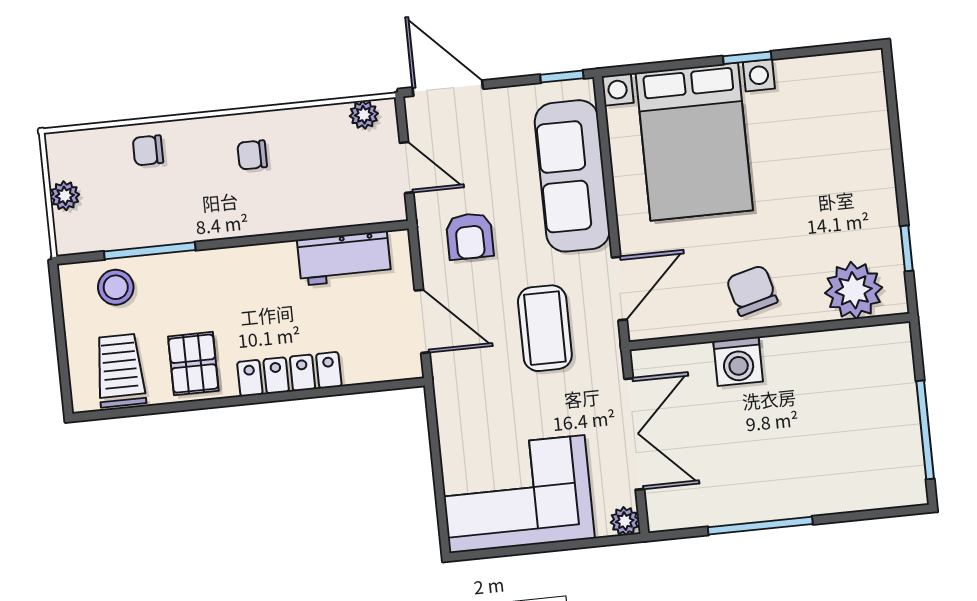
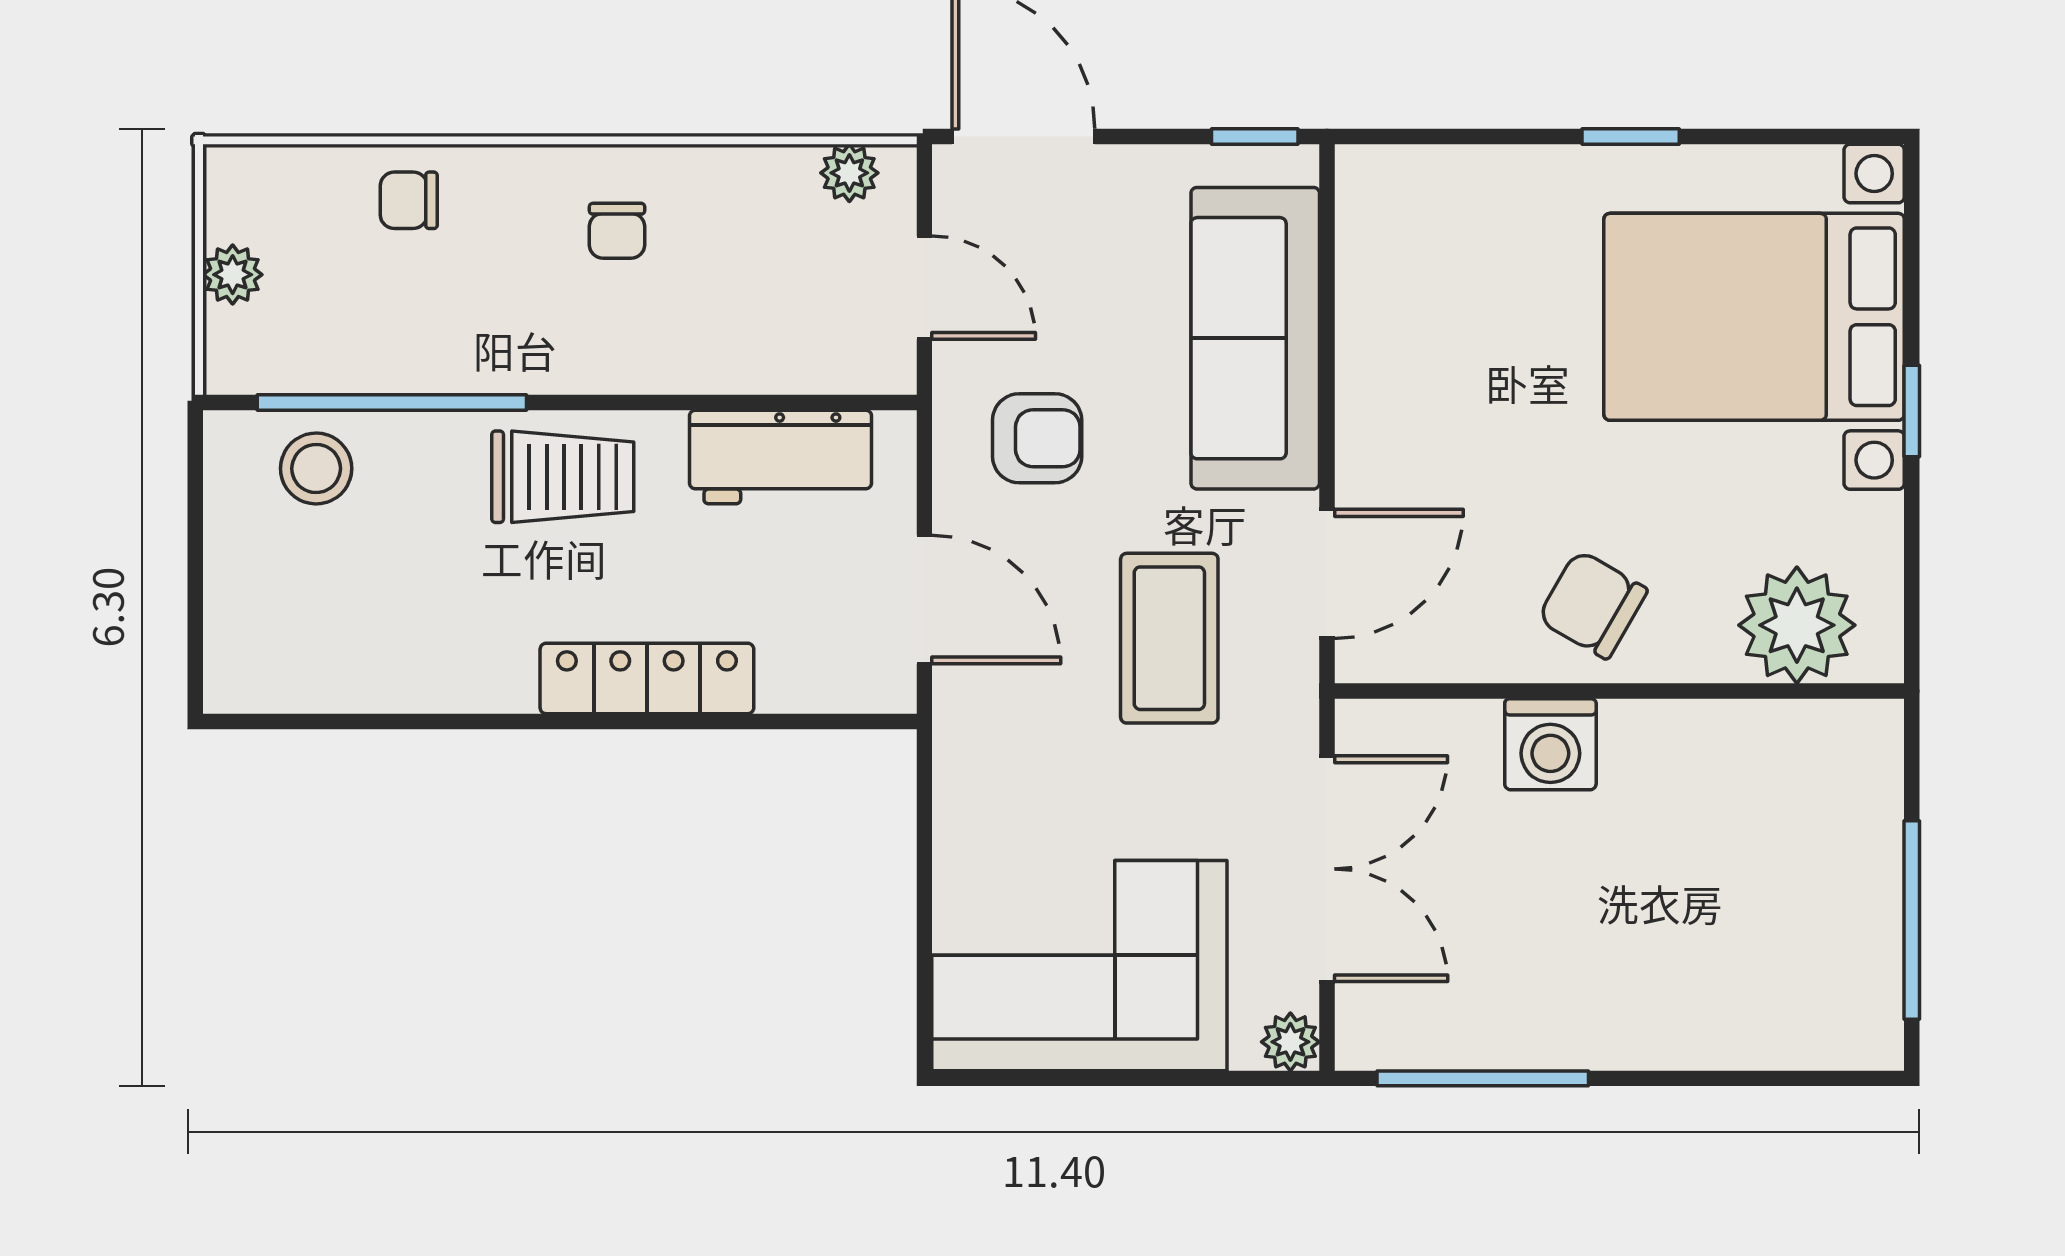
bed with nightstands: (694, 142) -> (1754, 317), moved, turned 90
chair: (252, 155) -> (617, 231), turned -90
armchair: (470, 236) -> (1037, 438), turned -90
window: (907, 248) -> (1912, 411), moved
window: (150, 251) -> (392, 402), width x1.46
chair: (752, 290) -> (1592, 605), turned -45
pallet: (193, 364) -> (456, 638), removed
trolley: (120, 371) -> (563, 477), moved, turned 90
window: (760, 526) -> (1483, 1078), moved

